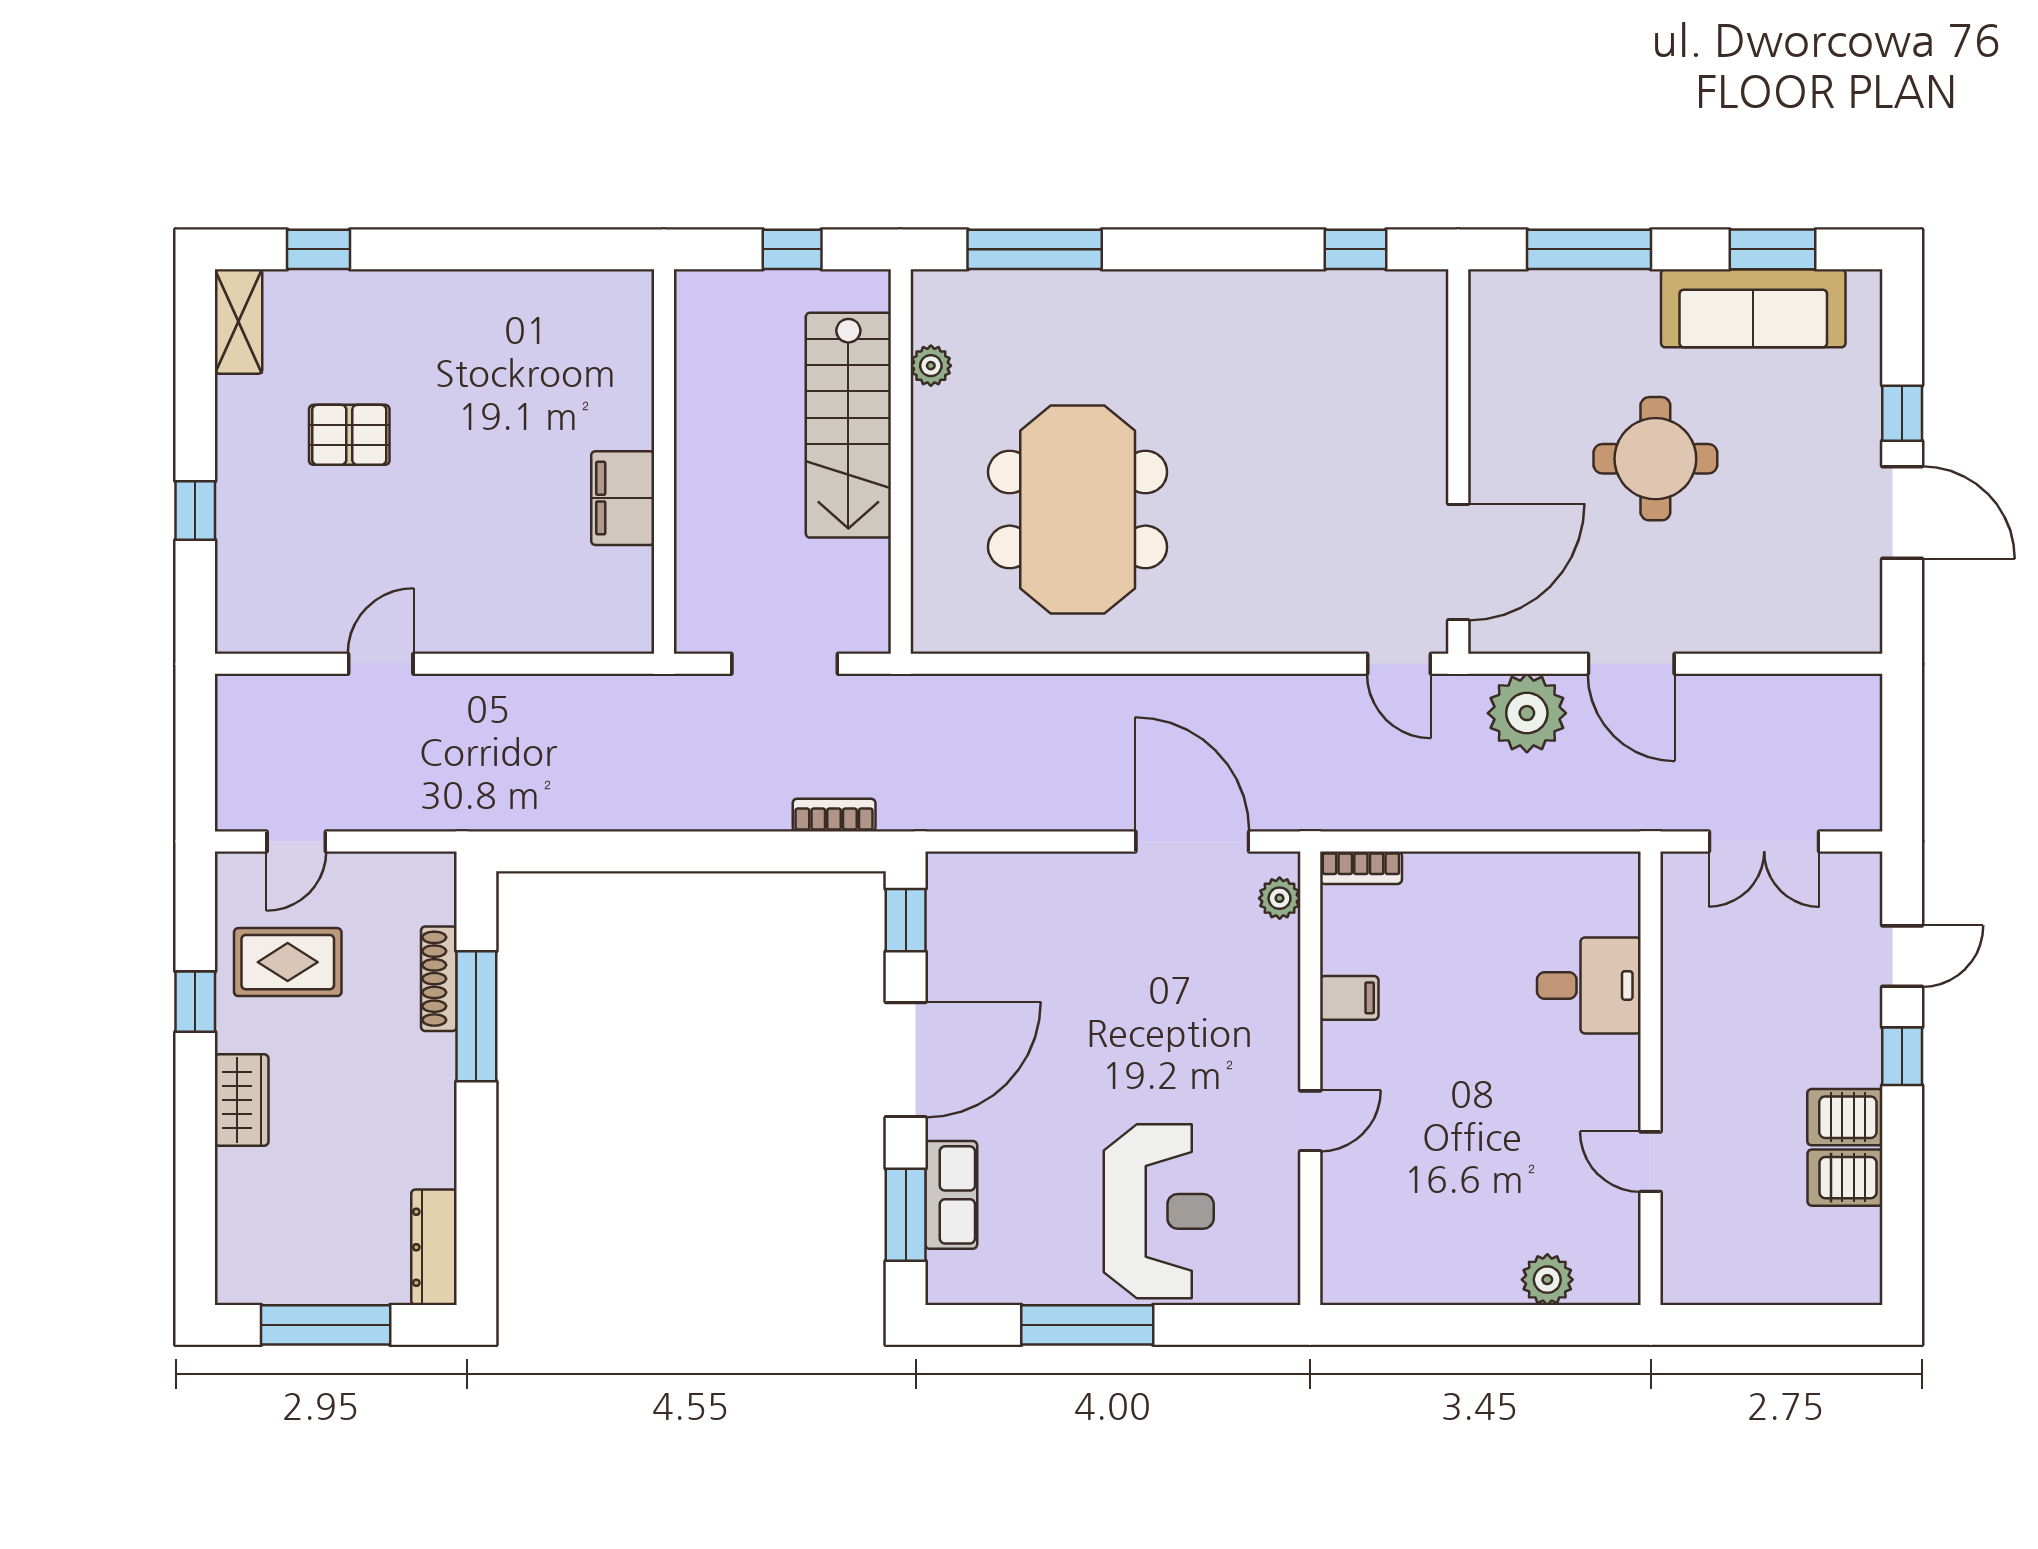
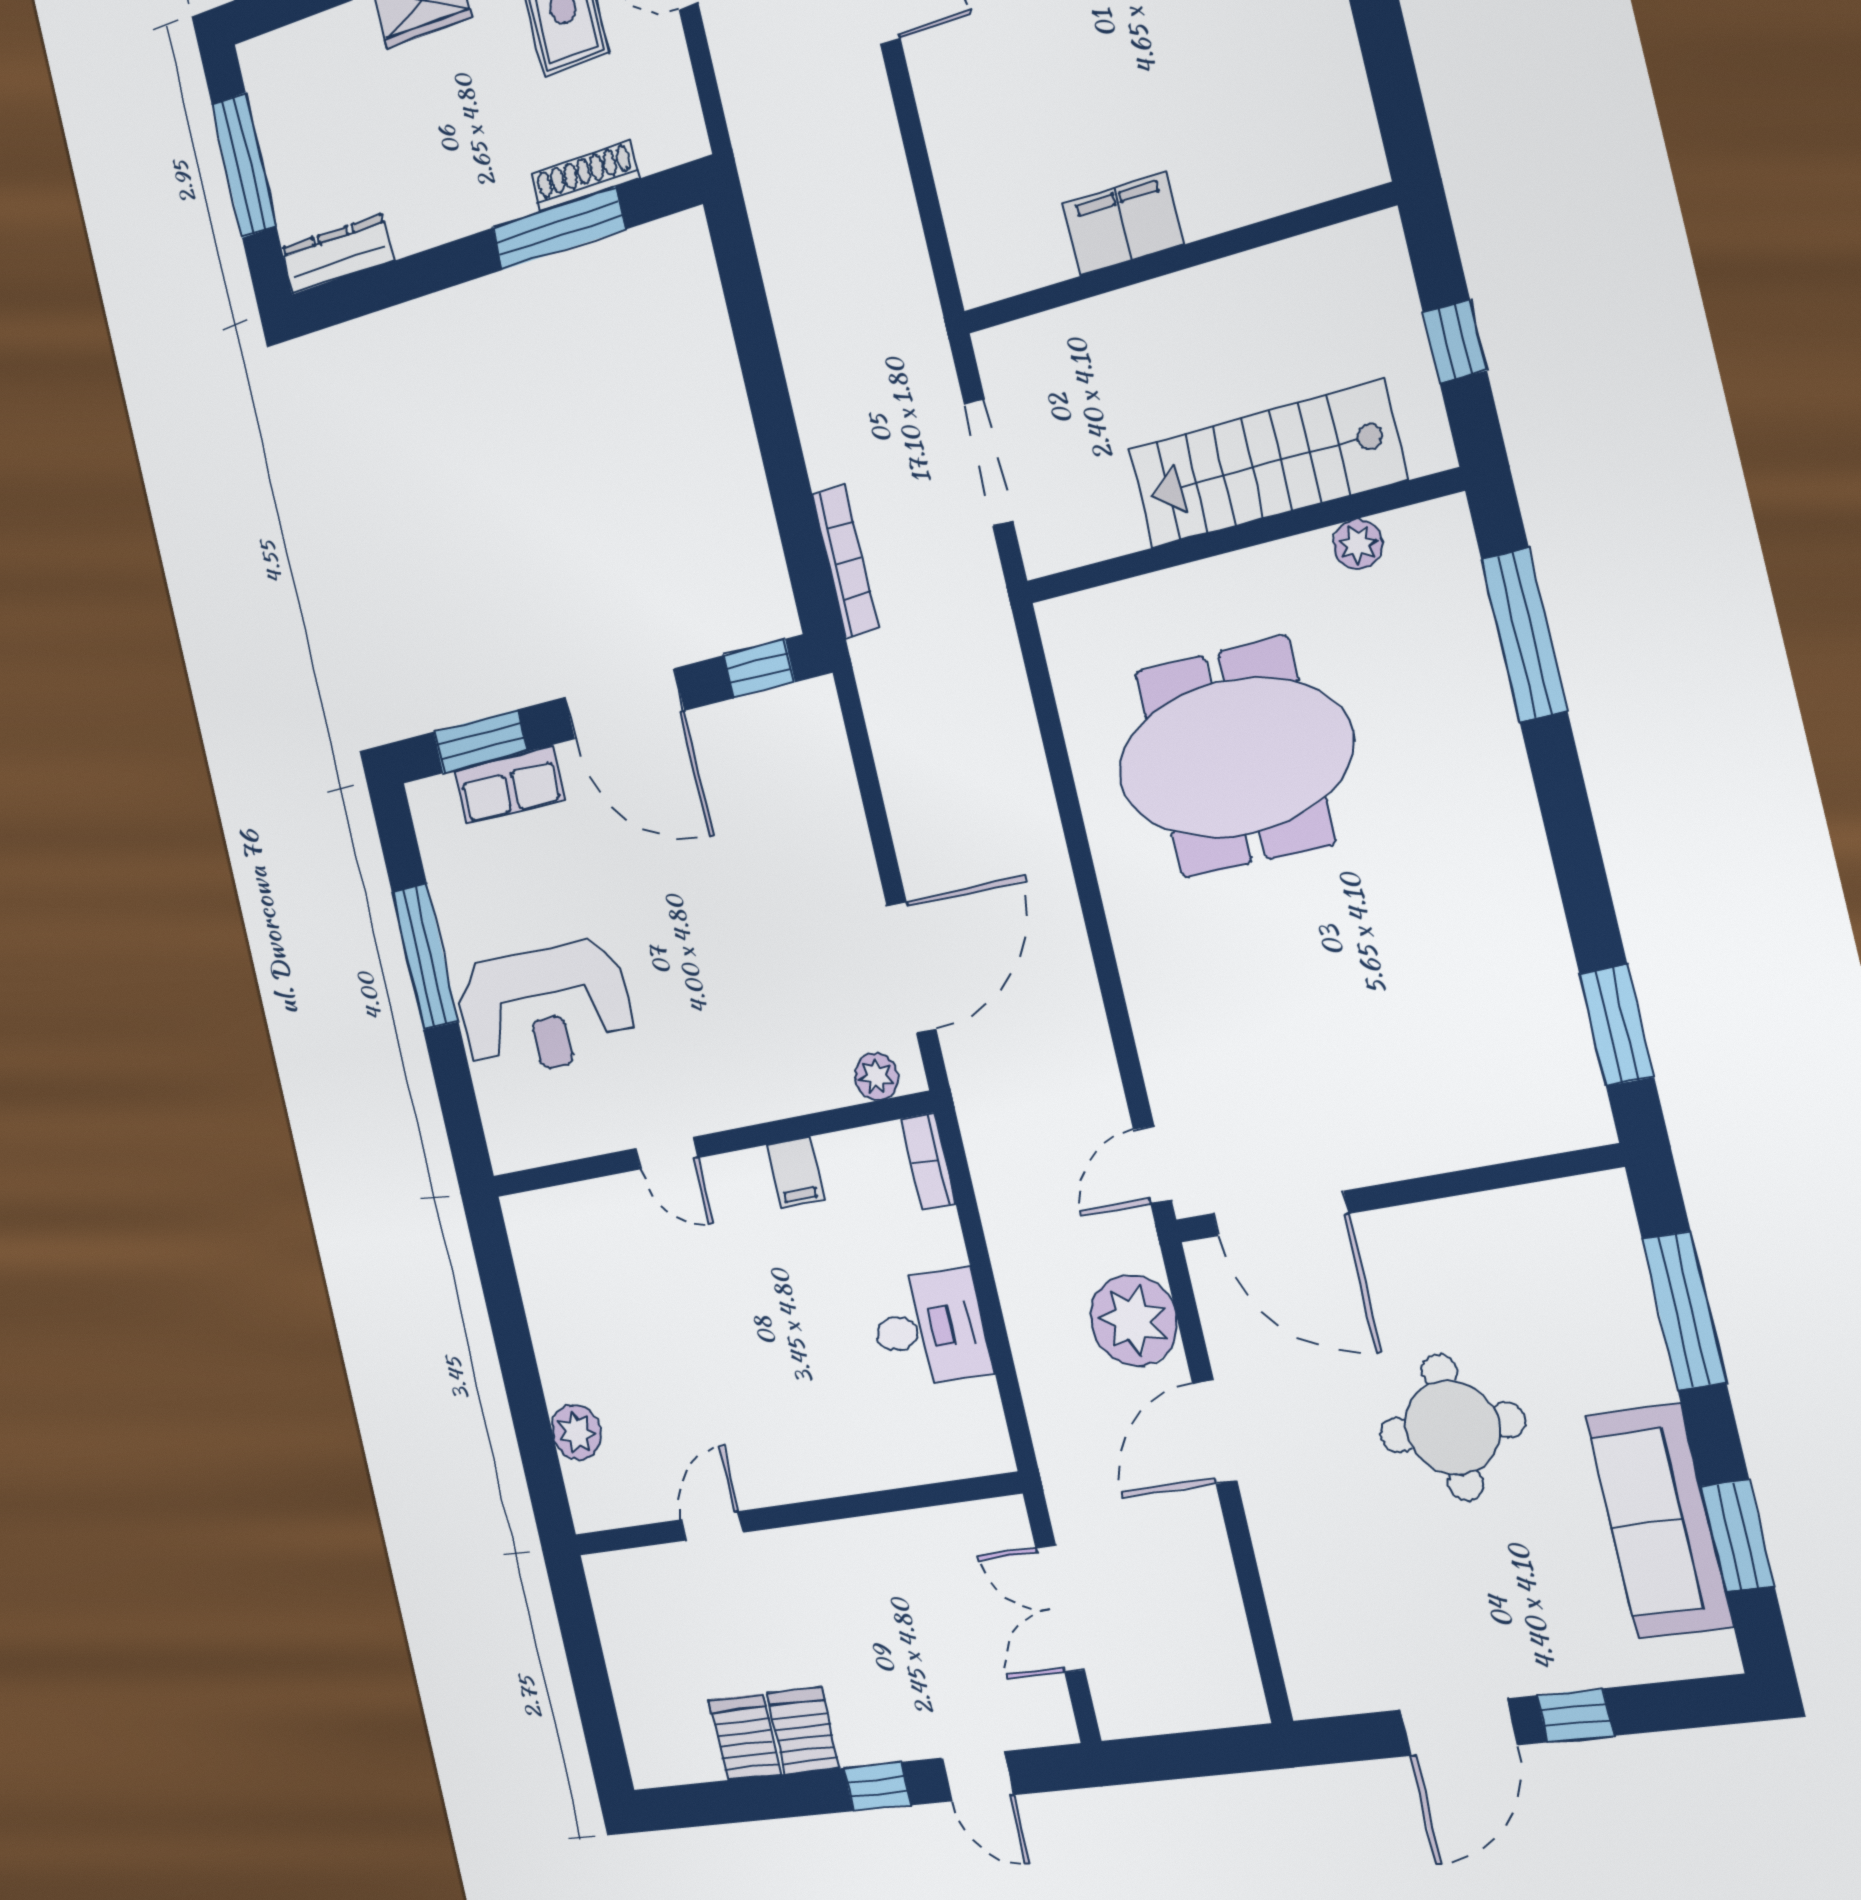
window: (1355, 249) -> (1617, 1025), width x1.50
bookcase: (834, 815) -> (846, 561), width x1.56
desk: (1589, 985) -> (930, 1328), moved, turned -90

